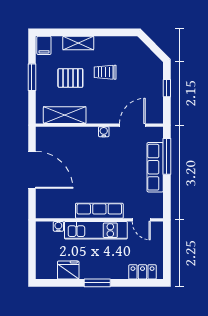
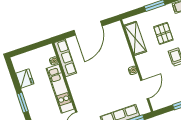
door: (132, 125) -> (145, 89), hinge flipped
row of seats: (99, 211) -> (65, 58), moved

